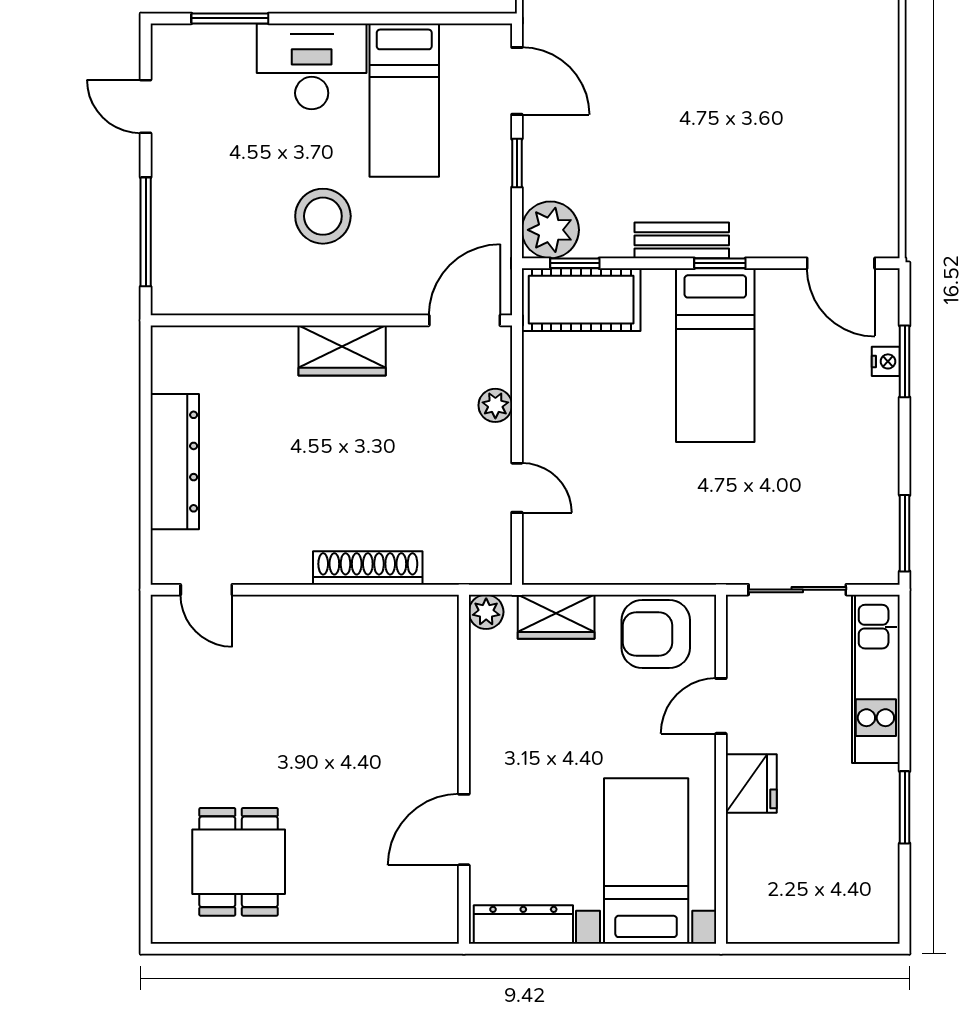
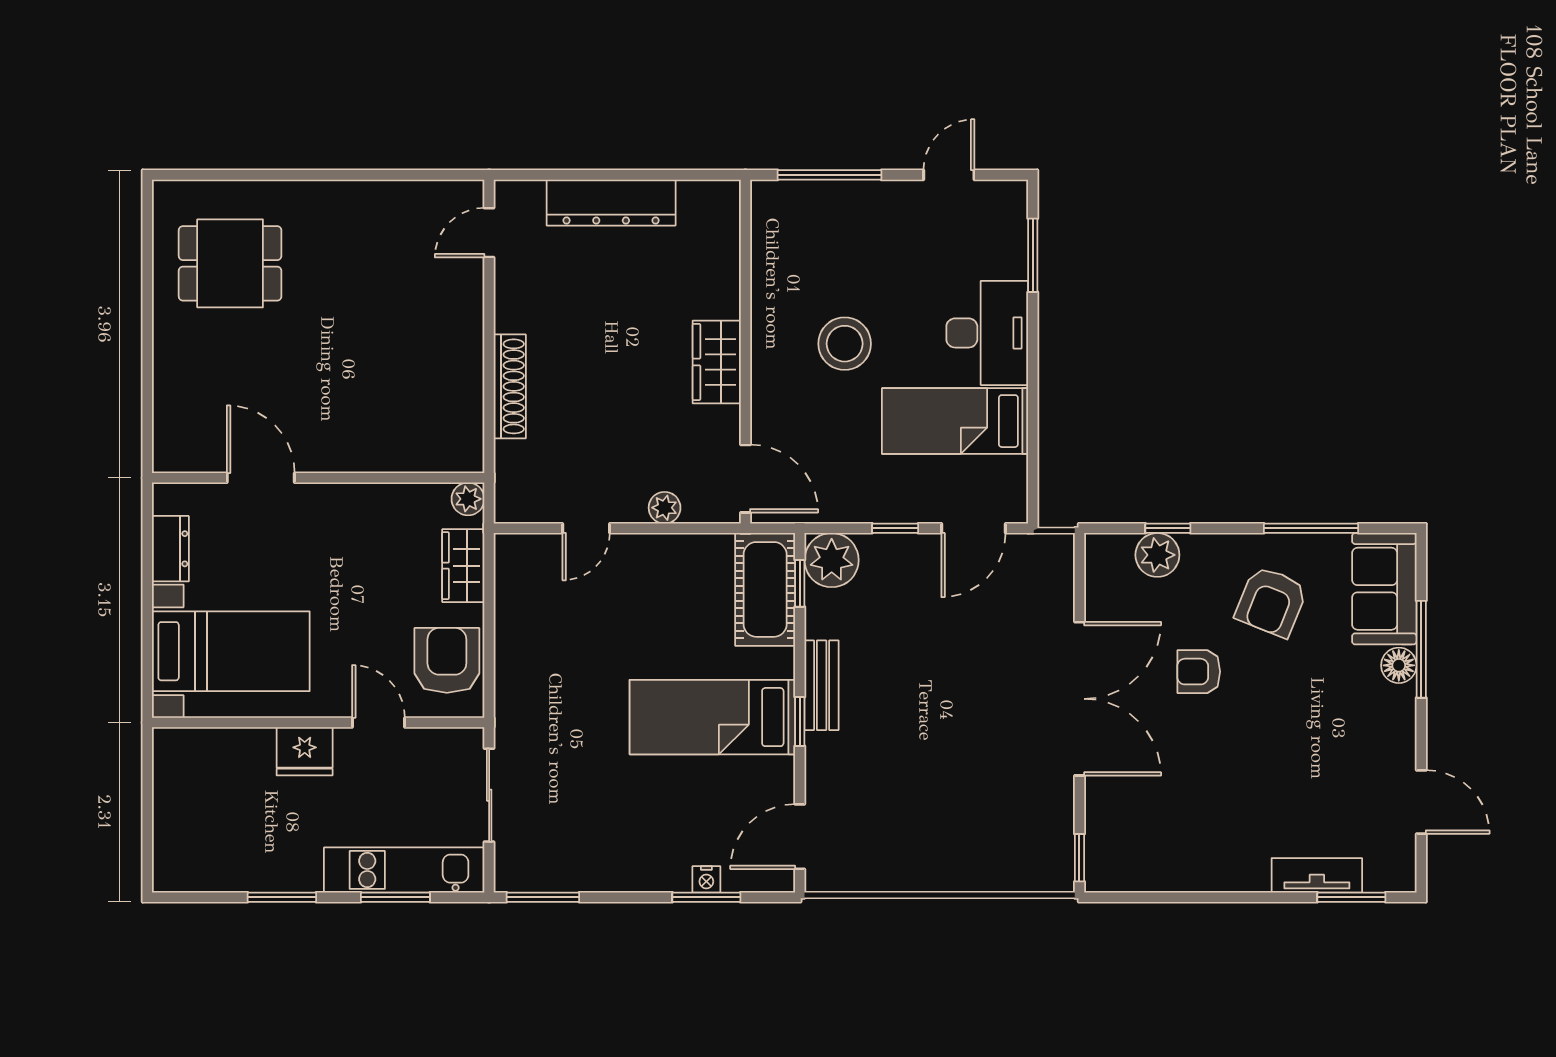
window: (905, 688) -> (395, 897), added
dresser: (523, 924) -> (170, 549), width x0.70

